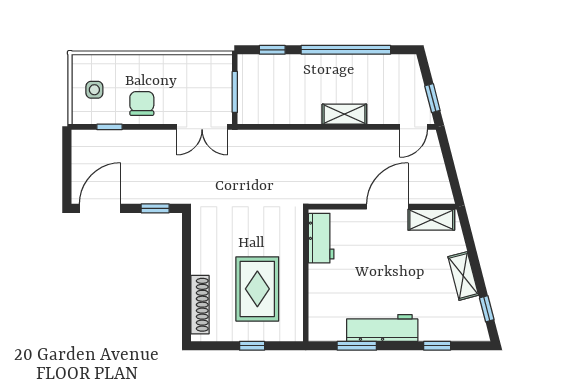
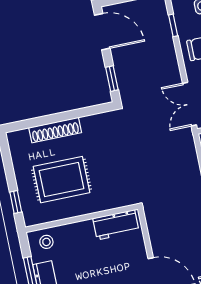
shoe rack: (200, 305) -> (55, 130), moved
stool: (324, 320) -> (46, 242), added
window: (252, 346) -> (16, 202), moved

